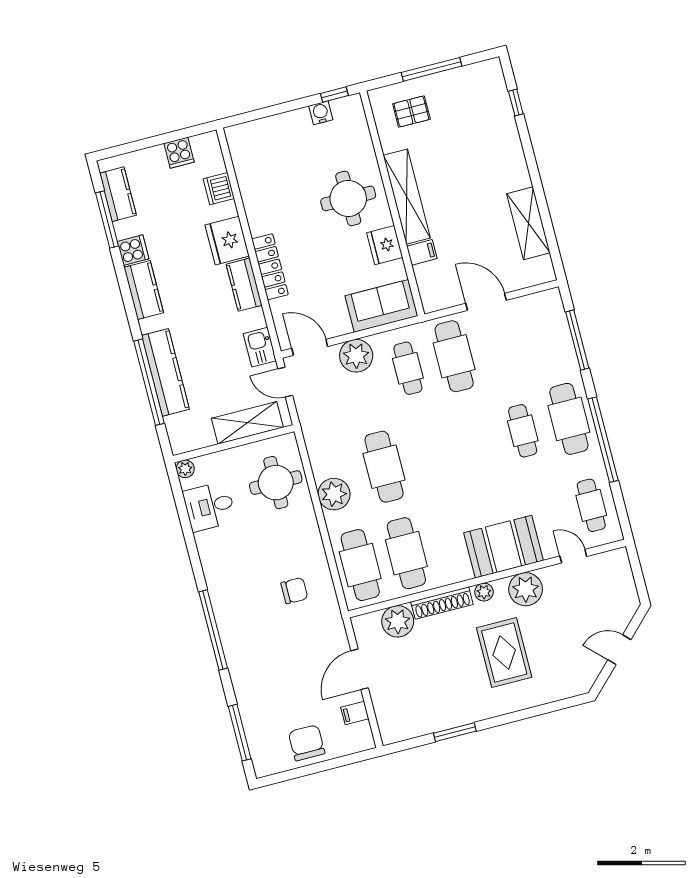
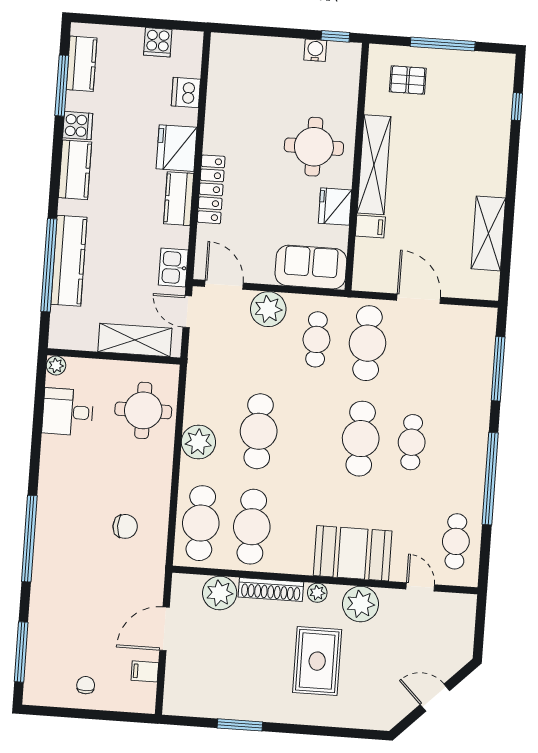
cafe table: (569, 419) -> (361, 439), moved
chair: (307, 743) -> (86, 685), width x0.54, depth x0.54

